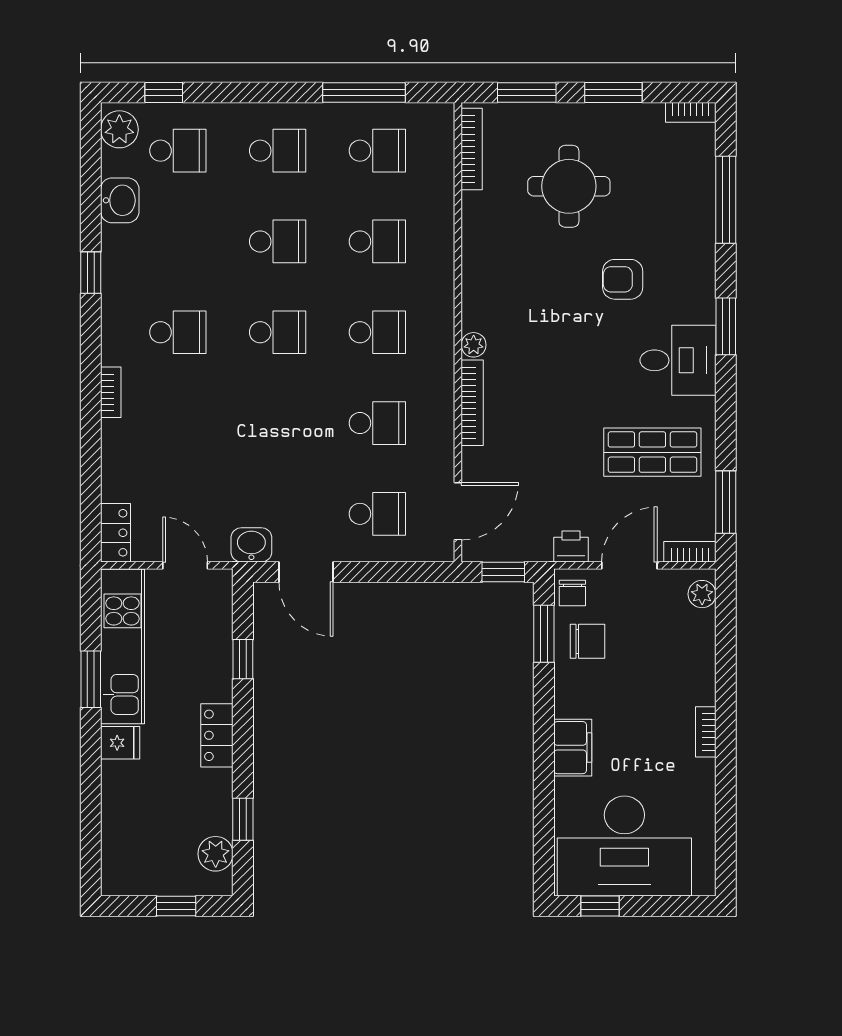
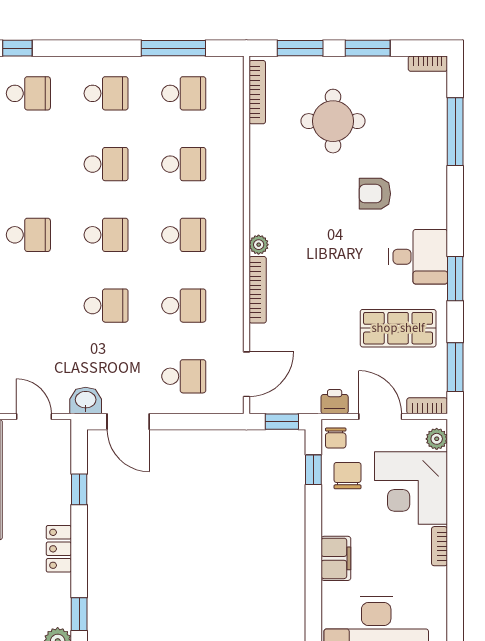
window: (726, 326) -> (455, 279), moved
school desk: (278, 423) -> (106, 306), added
door: (629, 565) -> (380, 416), hinge flipped
window: (544, 634) -> (313, 470), width x0.67
chair: (587, 641) -> (347, 476), turned -90
corner desk: (669, 657) -> (411, 488), added

